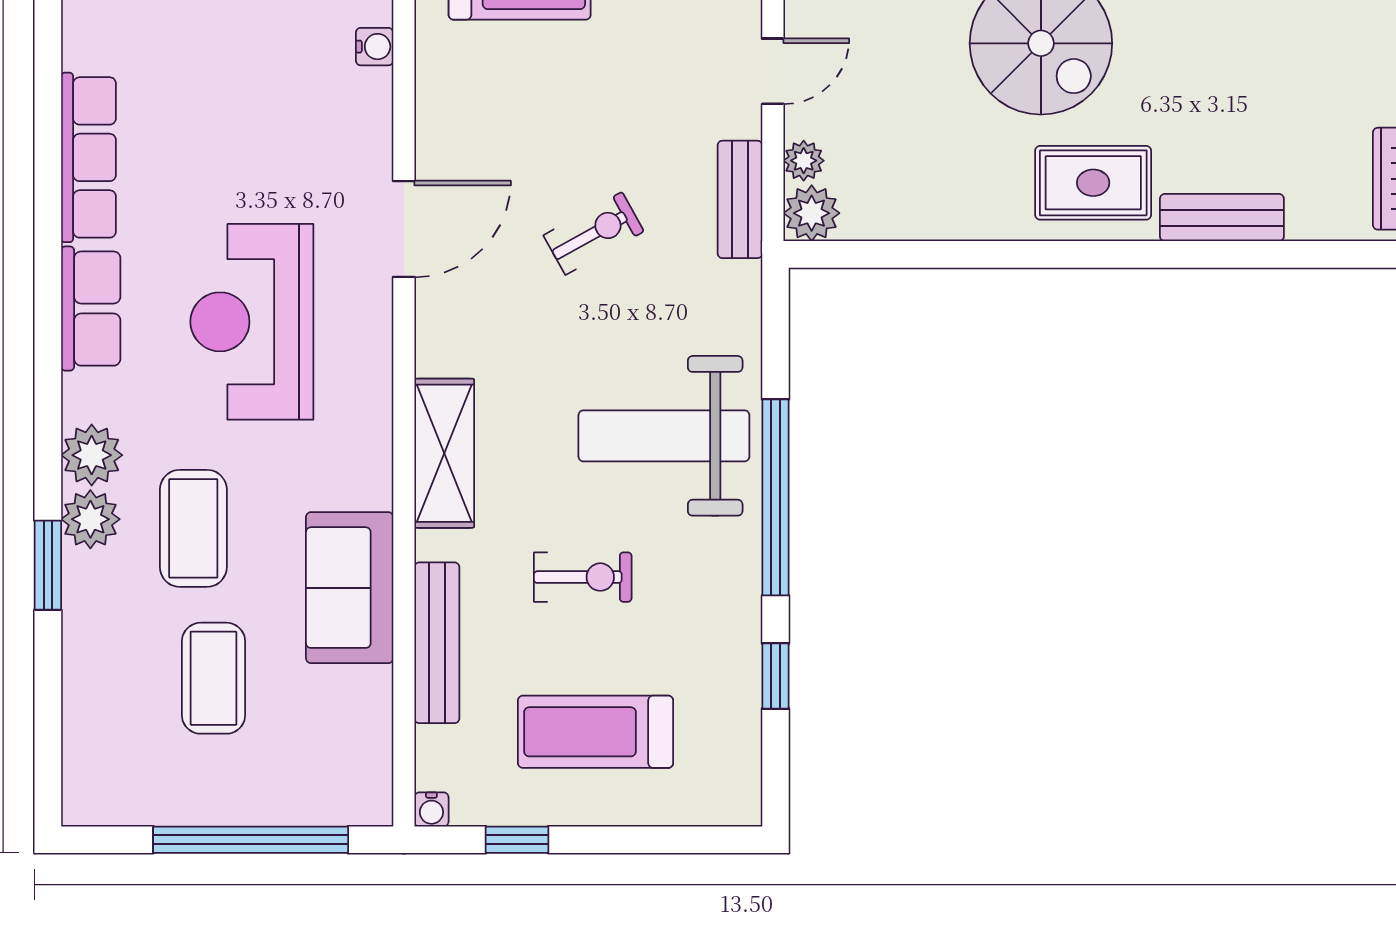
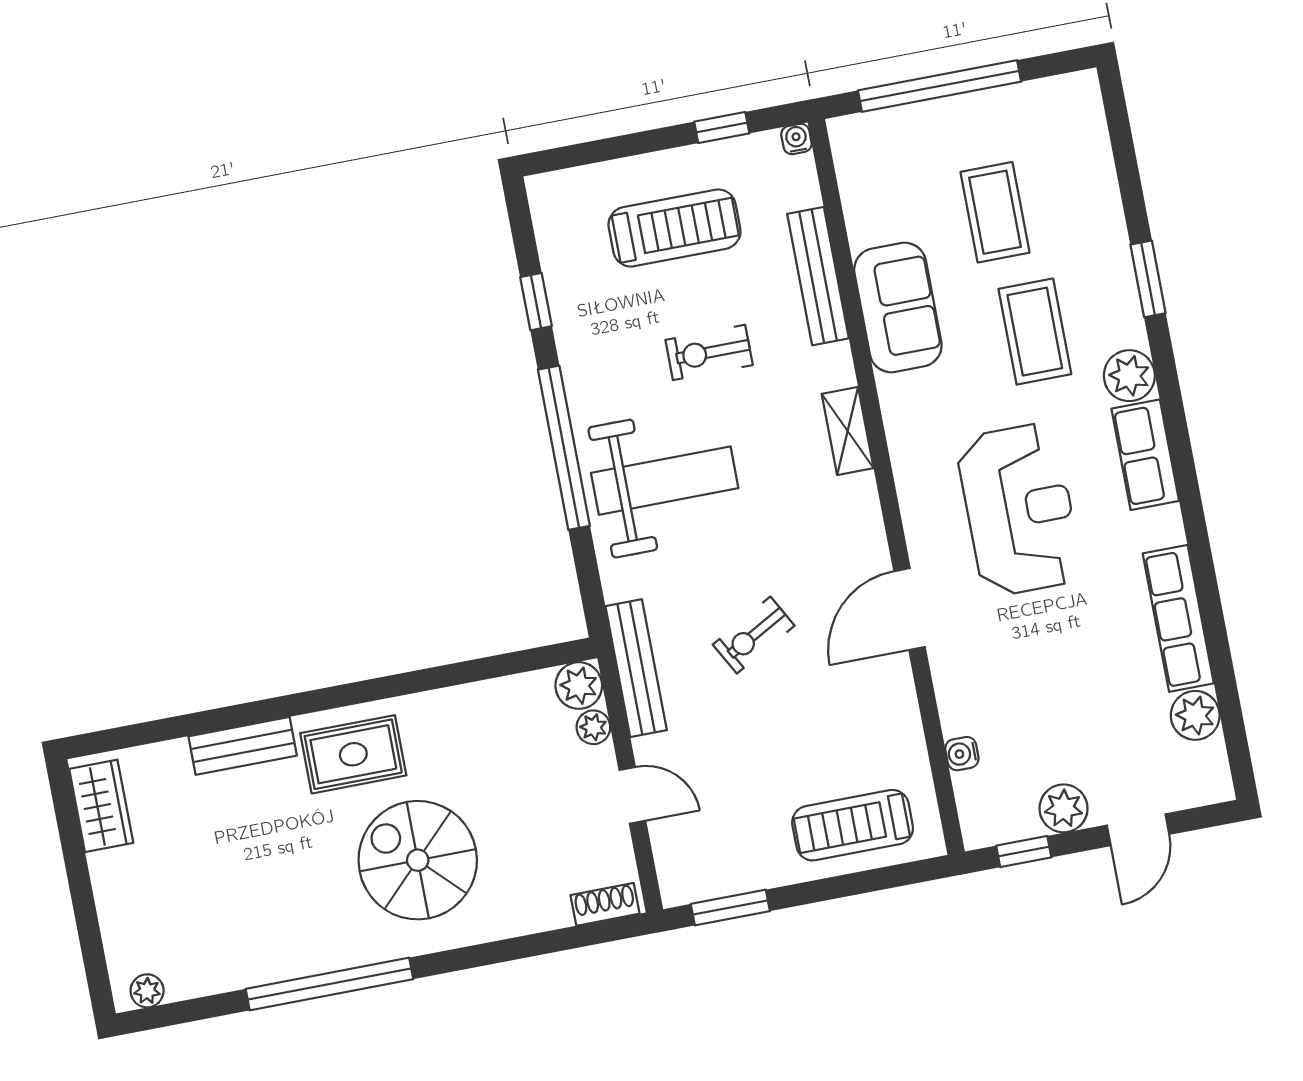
door: (773, 71) -> (632, 795), swing flipped
bench: (740, 199) -> (636, 668), width x1.36
row of seats: (91, 309) -> (1145, 455), moved
shelving: (444, 453) -> (848, 431), width x0.67, depth x0.75
plant: (90, 519) -> (1195, 715), moved

